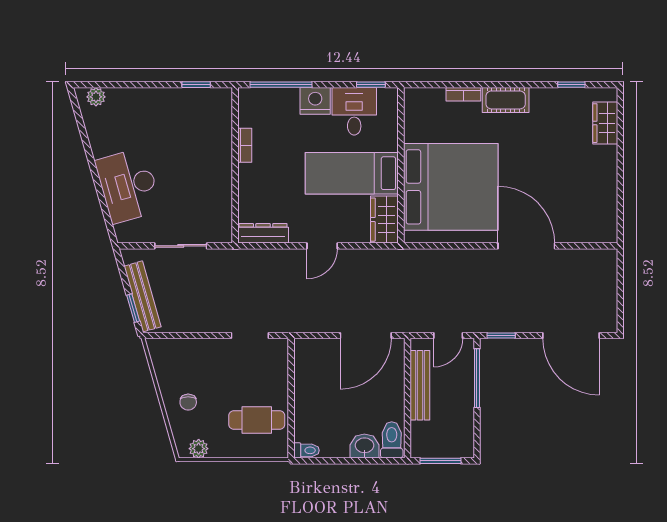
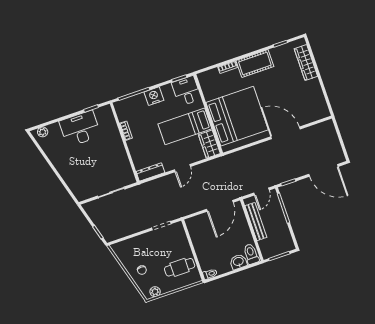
cot: (506, 100) -> (255, 63), width x1.37, depth x1.34
desk: (354, 111) -> (186, 91), moved
wardrobe: (605, 123) -> (306, 63), width x1.50
desk: (128, 186) -> (80, 129), moved, turned 106
bench: (143, 296) -> (101, 225), removed

